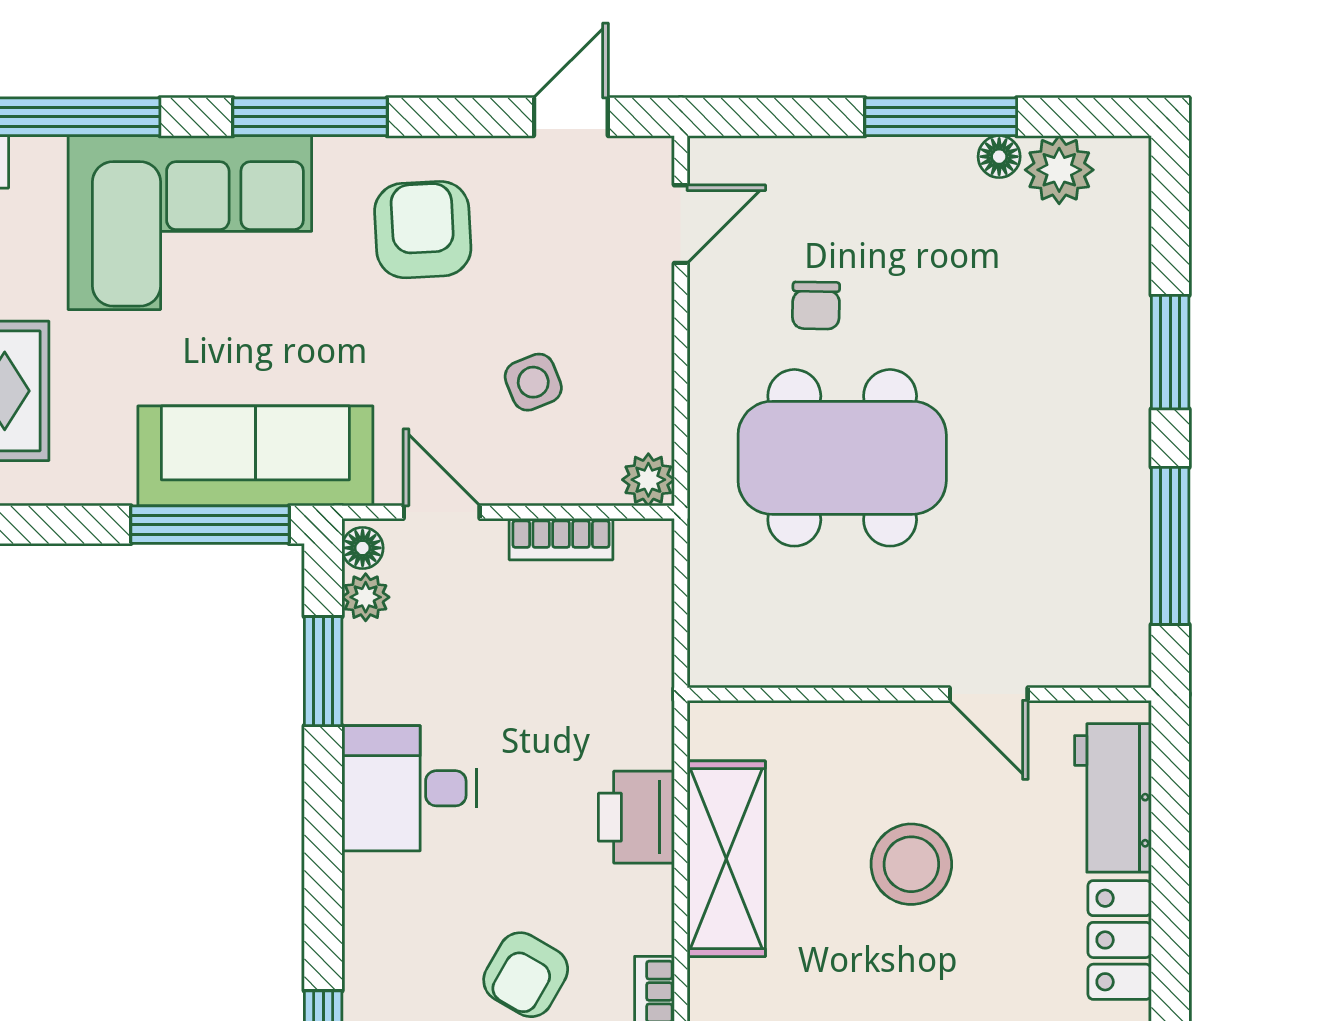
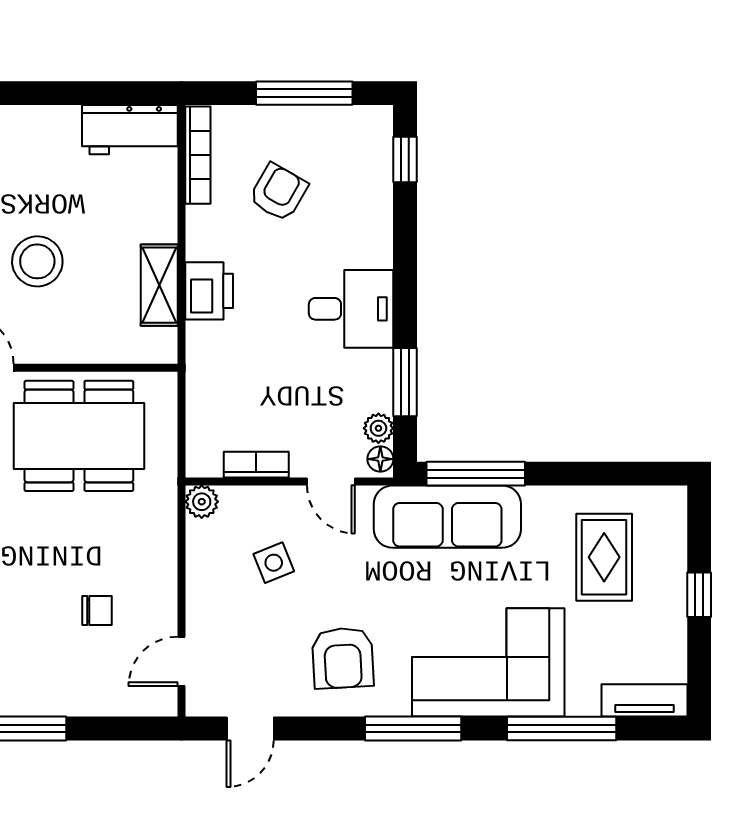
chair: (816, 305) -> (97, 611), turned 89
dining table: (842, 458) -> (79, 436), moved
shelving: (726, 859) -> (159, 285), width x0.67, depth x0.75

